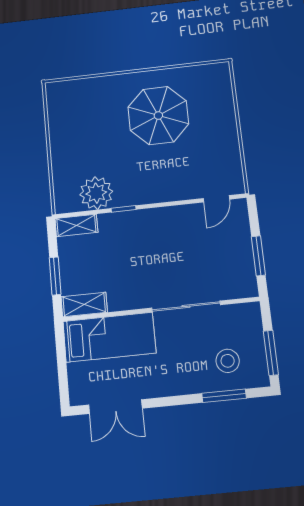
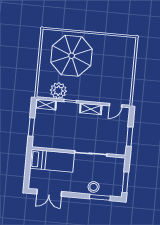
parasol: (158, 116) -> (72, 56), moved, width x1.36, depth x1.36
shelving: (84, 304) -> (91, 109), moved
stool: (228, 361) -> (94, 187), moved

